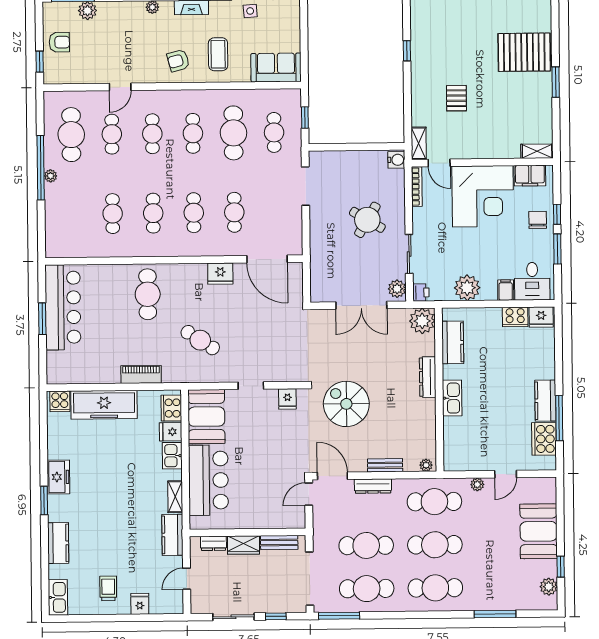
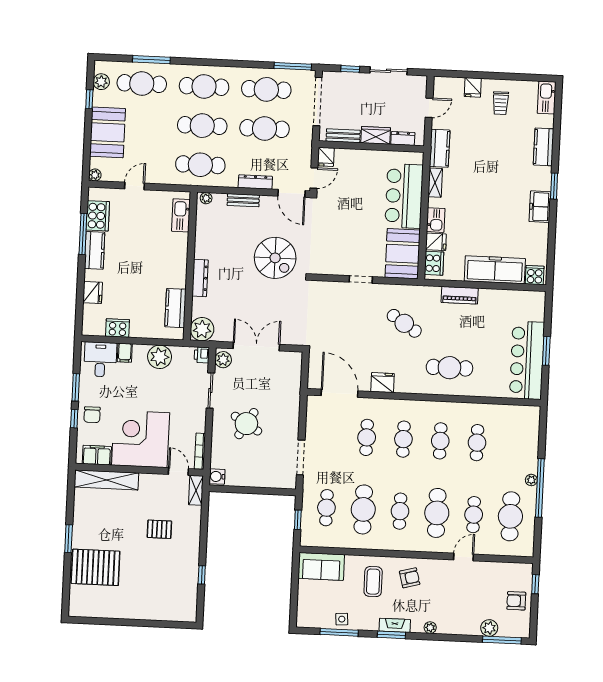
pallet: (456, 98) -> (159, 529), turned 90
cafe table: (152, 134) -> (437, 513), width x1.37, depth x1.35
shelving: (537, 151) -> (106, 480), width x2.20, depth x1.33
cafe table: (148, 294) -> (449, 368), turned 90
fridge: (541, 317) -> (93, 293), moved, turned 90
kitchen sink: (452, 398) -> (181, 215), moved
fridge: (287, 399) -> (326, 157), moved, turned 180
plant: (477, 484) -> (95, 175), moved
cafe table: (504, 587) -> (142, 84), added

